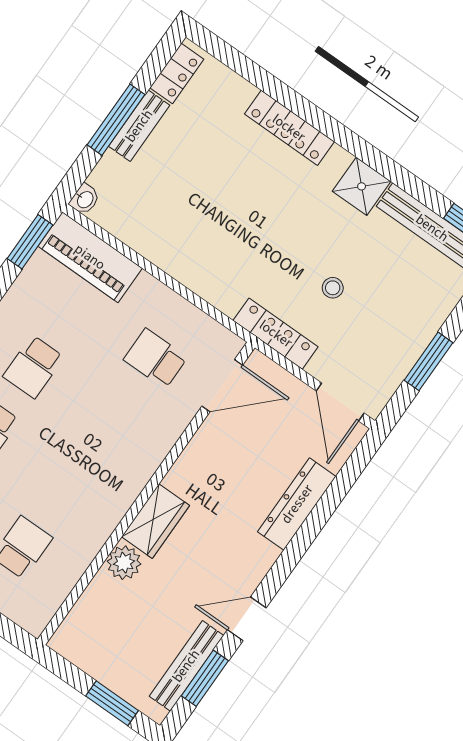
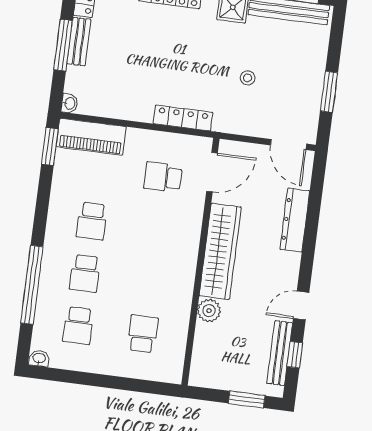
locker: (276, 334) -> (183, 118), moved
wardrobe: (155, 521) -> (220, 251), width x2.10, depth x1.17
window: (205, 678) -> (295, 355), width x0.67

